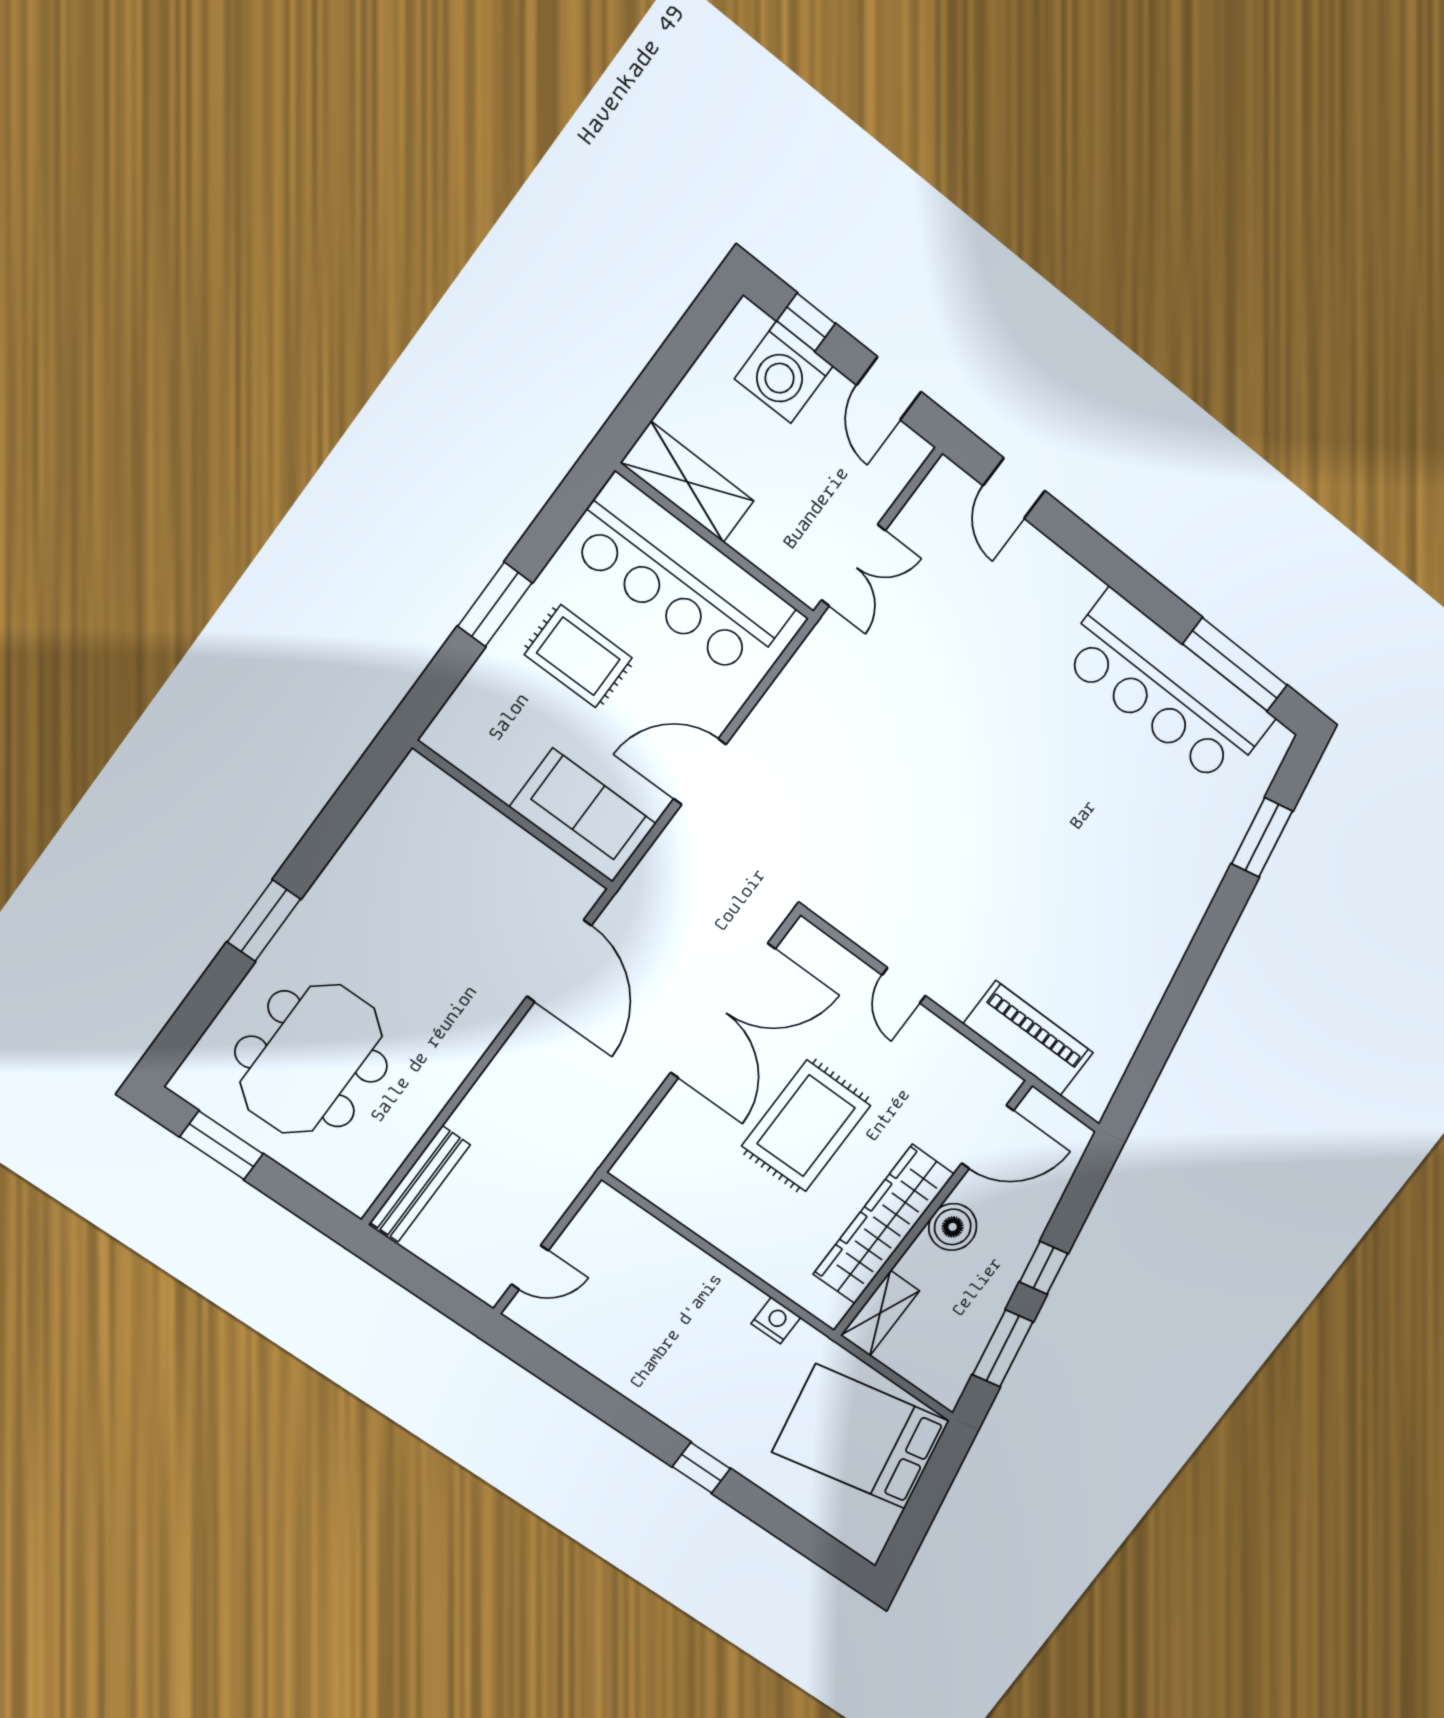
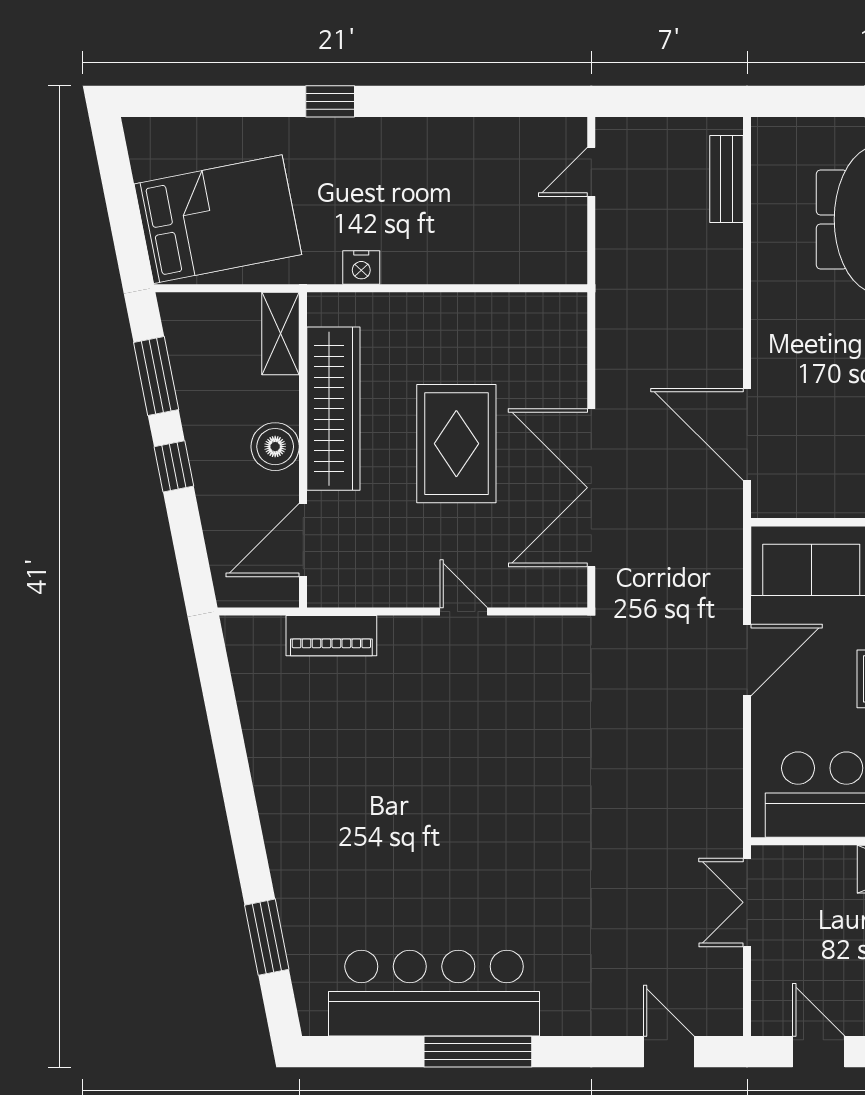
window: (1235, 665) -> (478, 1052), moved
piano: (1028, 1038) -> (331, 636), width x0.73, depth x0.75
bench: (420, 1184) -> (726, 179), width x0.73

